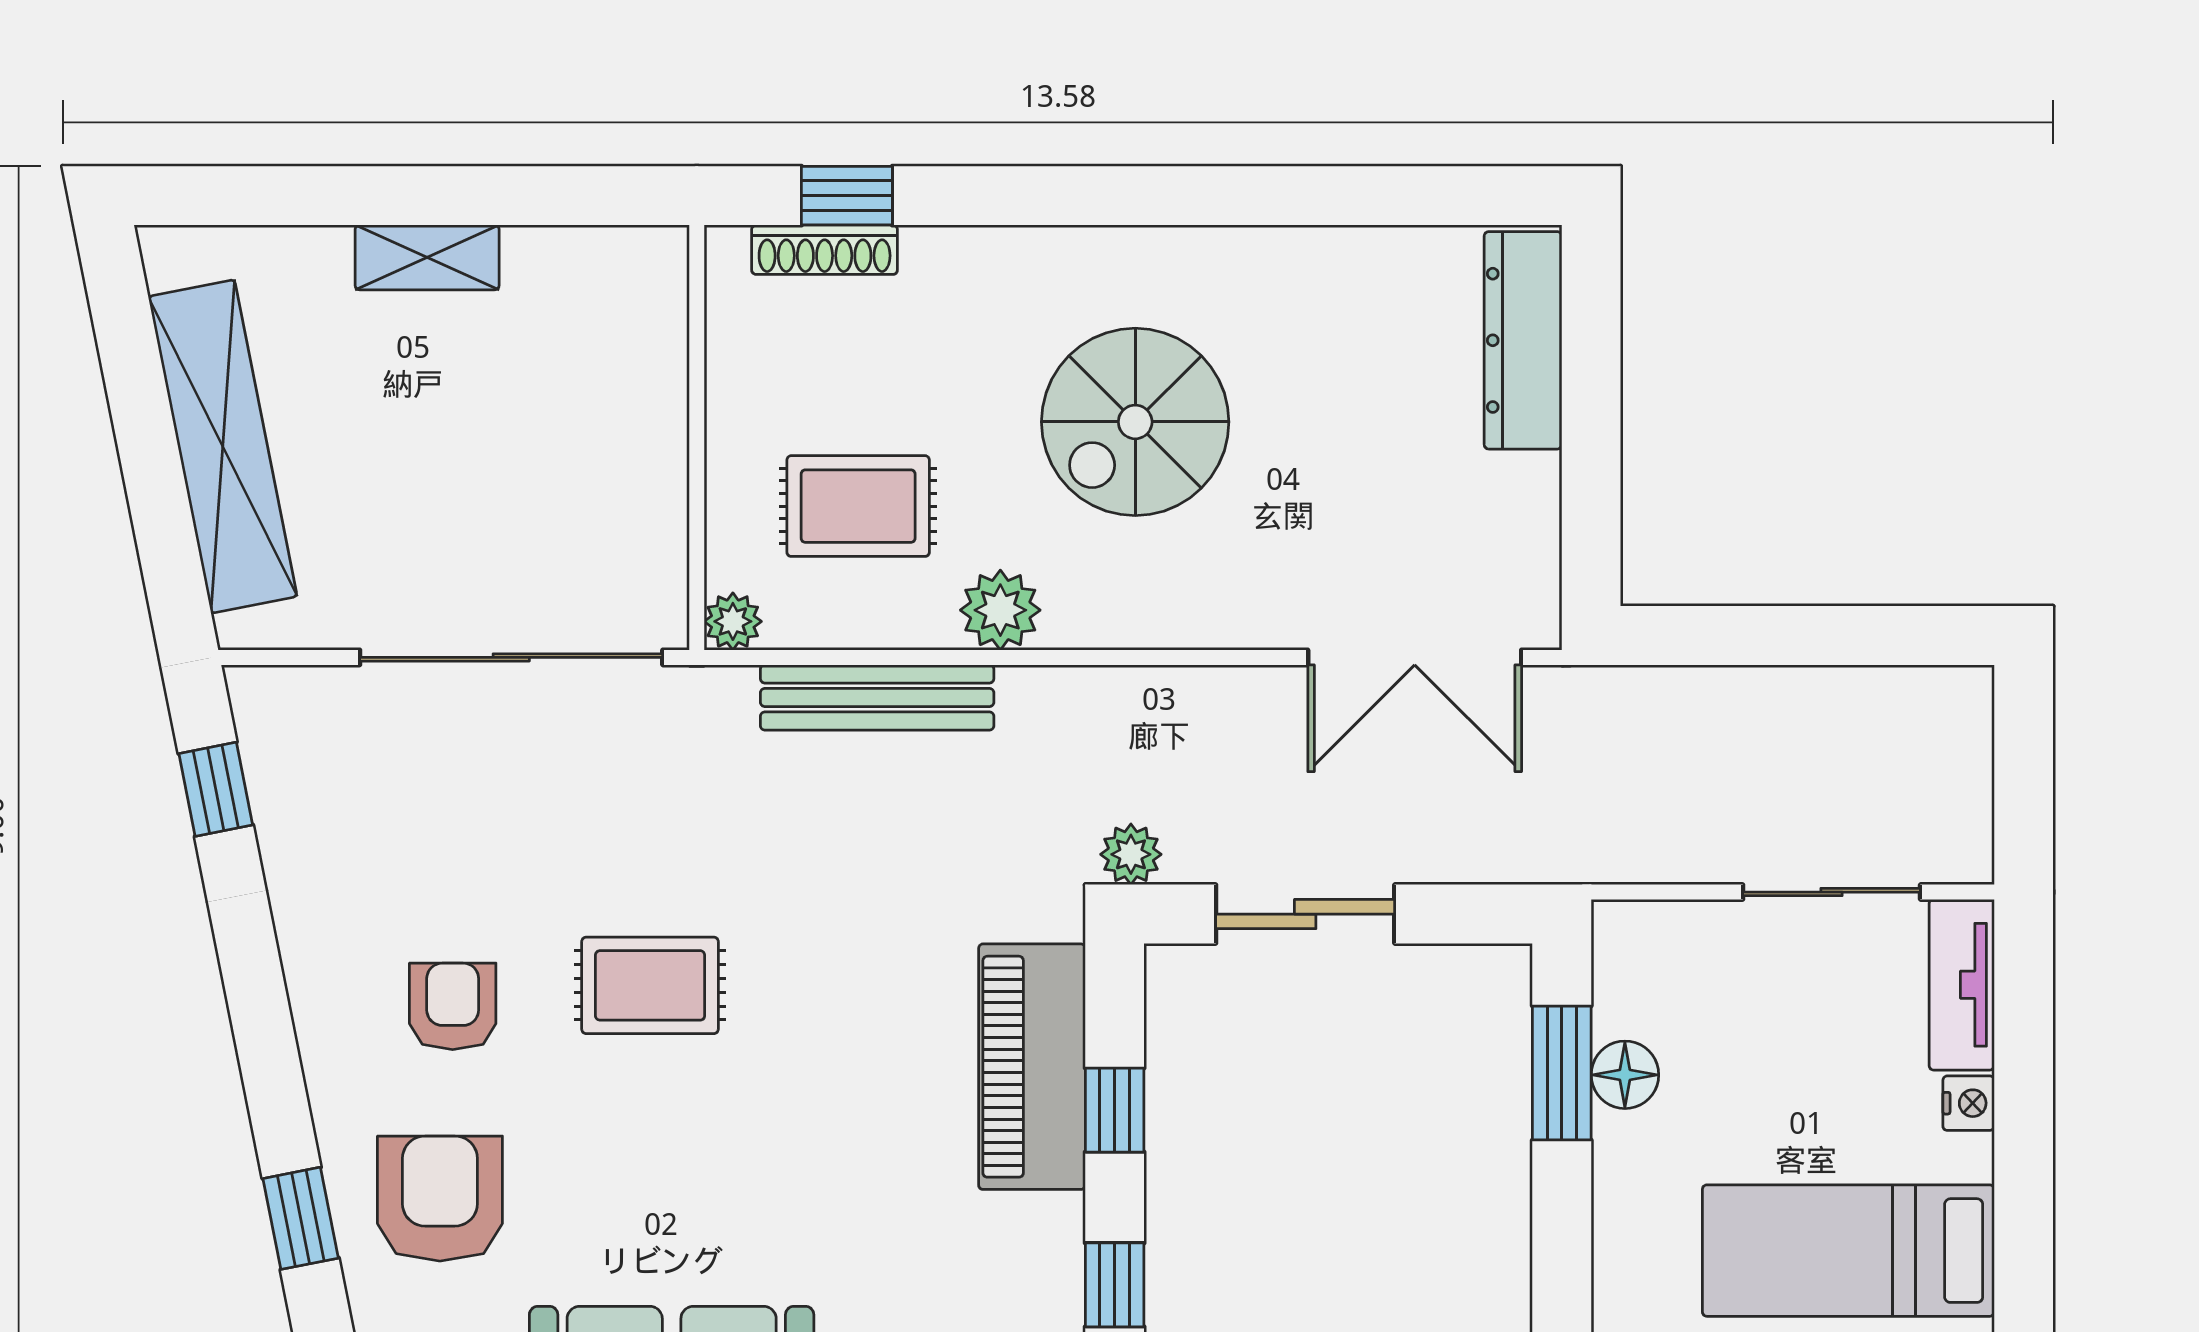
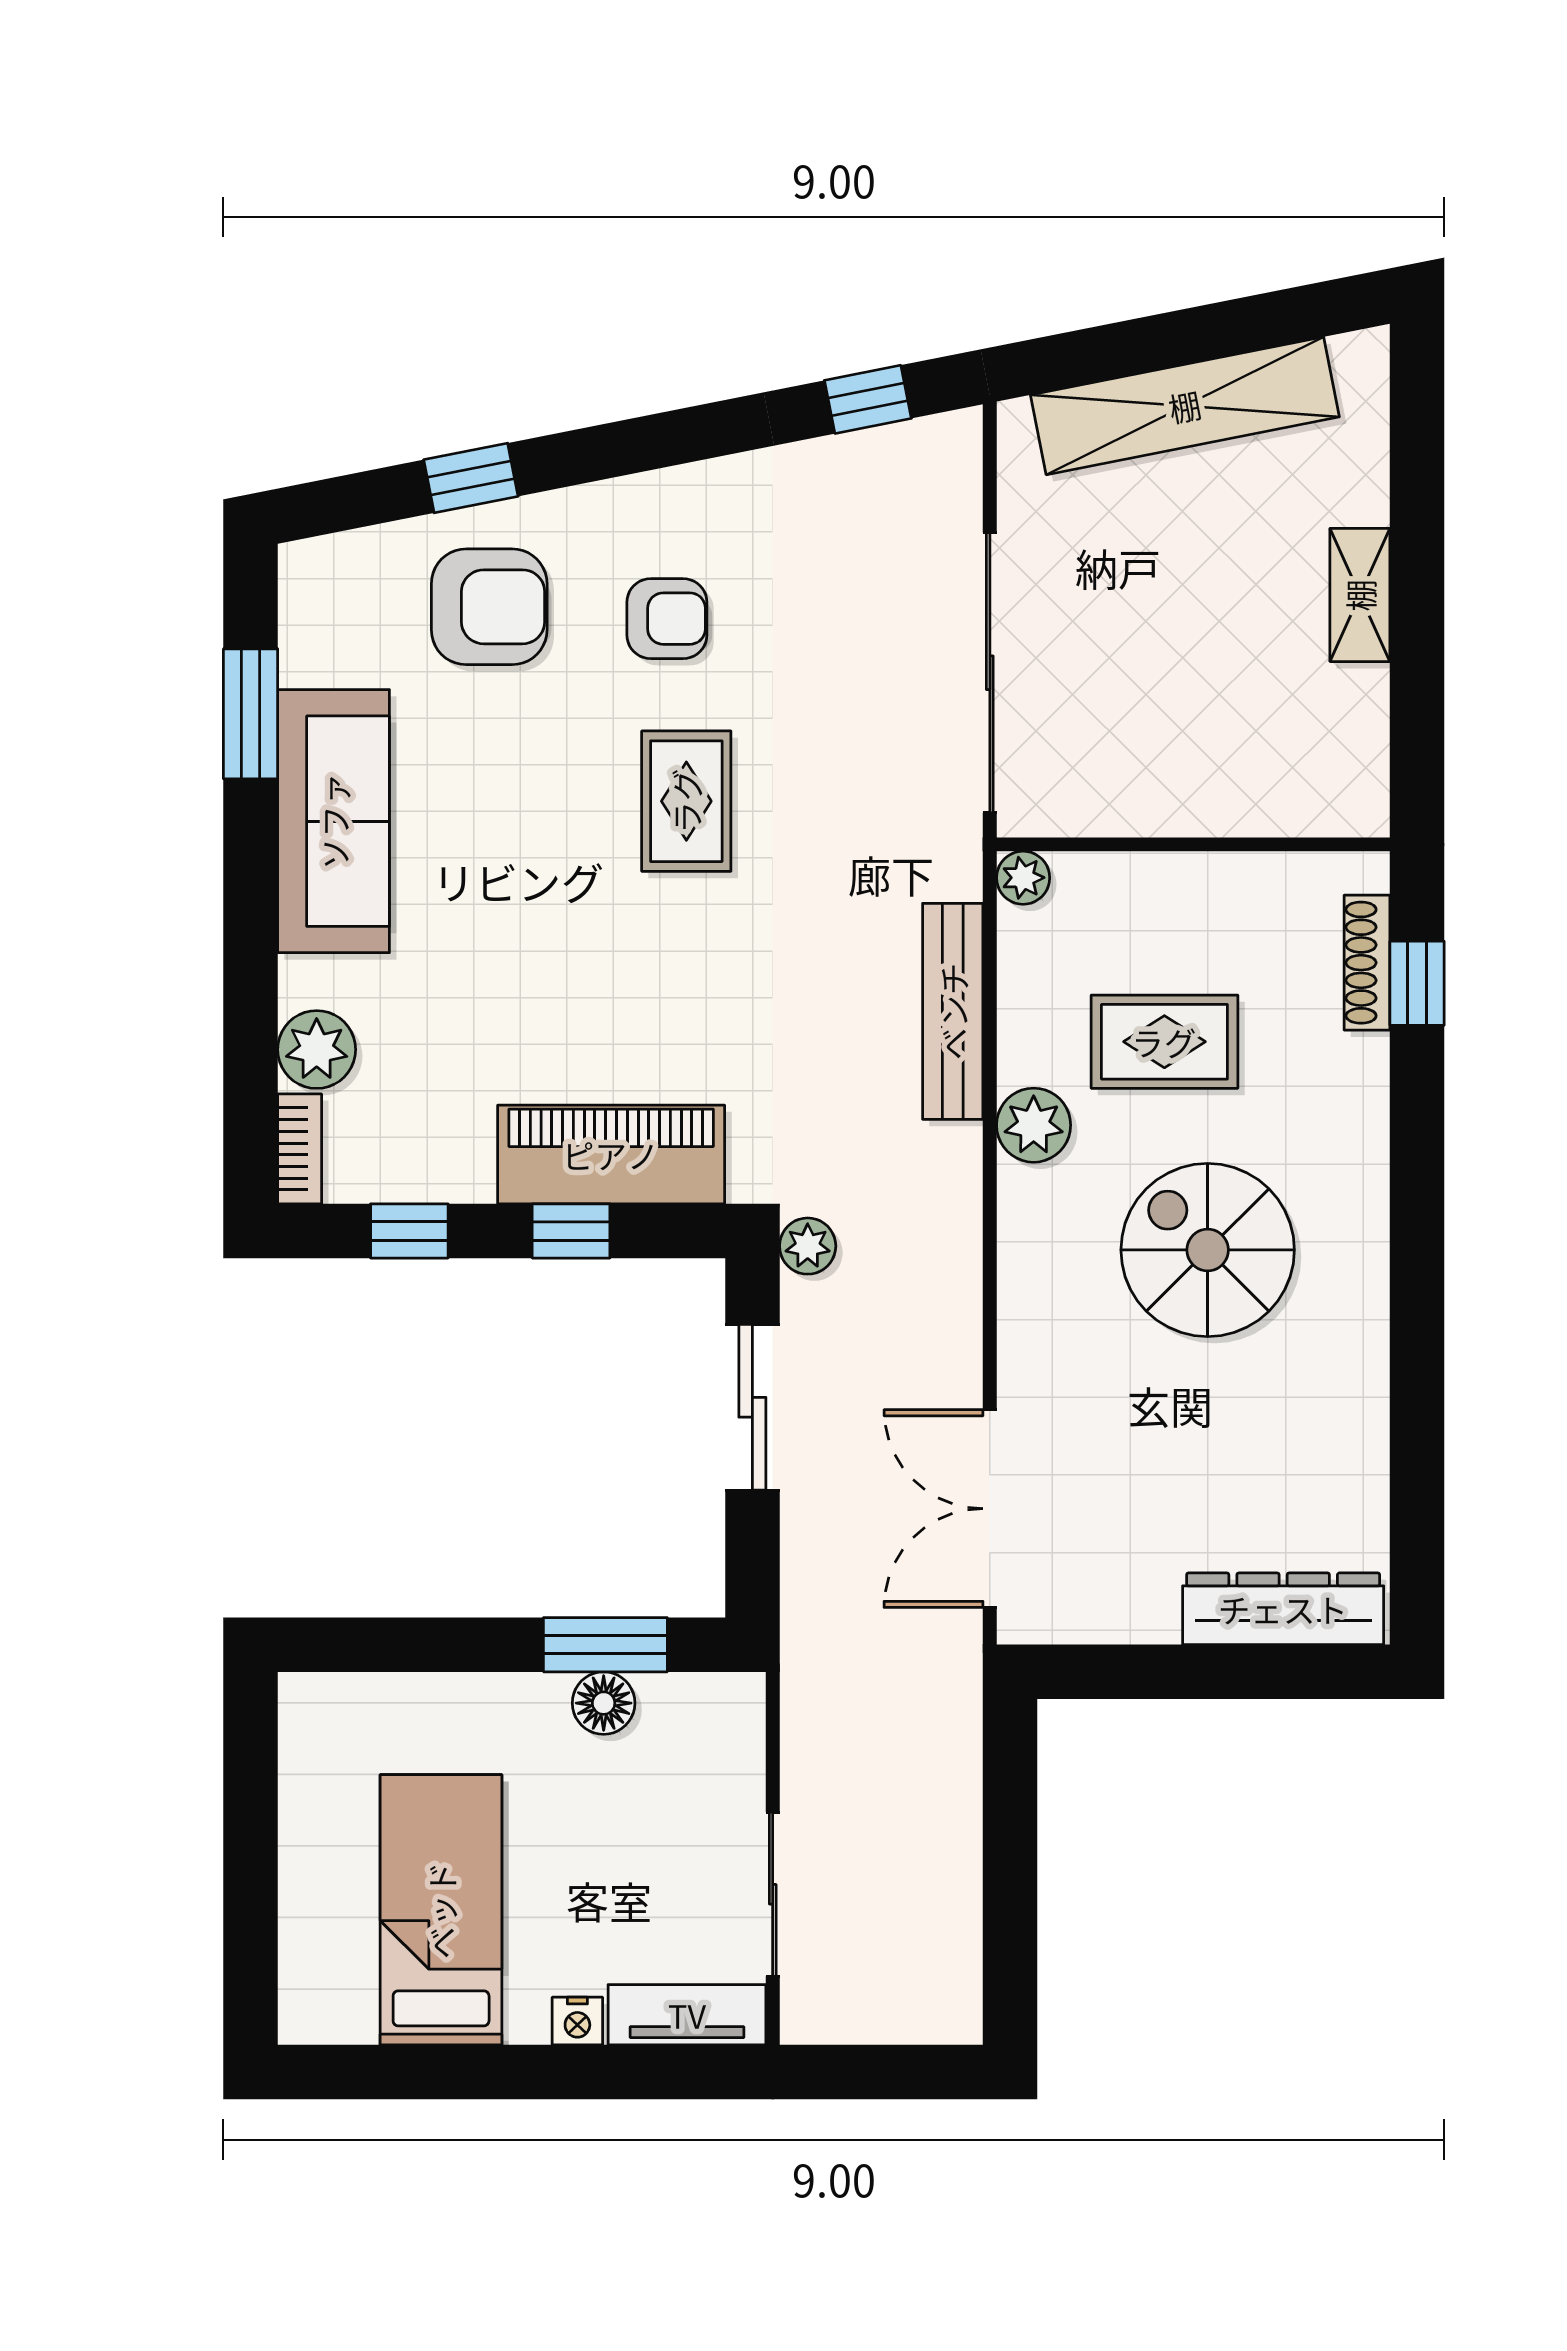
rug: (858, 506) -> (1164, 1042), moved, turned 90

